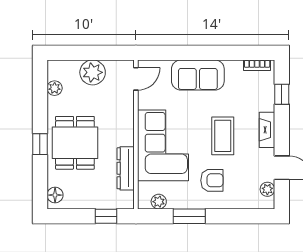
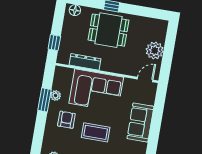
door: (136, 79) -> (145, 80), swing flipped
plant: (55, 88) -> (148, 23), removed
armchair: (212, 180) -> (66, 120), turned 180
plant: (159, 202) -> (56, 96), moved

